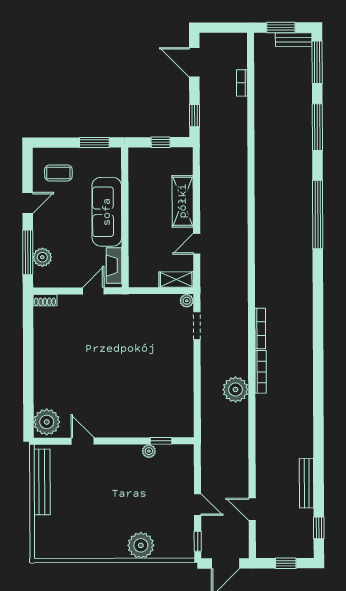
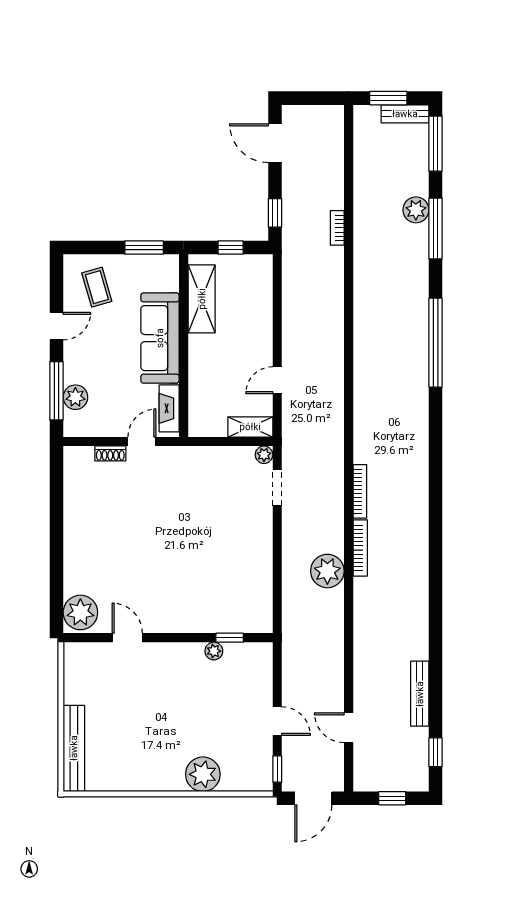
bookcase: (242, 83) -> (337, 228), moved
plant: (302, 113) -> (416, 210), added
coffee table: (58, 173) -> (97, 287), turned 74
shelving: (183, 201) -> (202, 299), moved
shoe rack: (45, 300) -> (110, 453), moved
bench: (42, 482) -> (74, 748), moved

